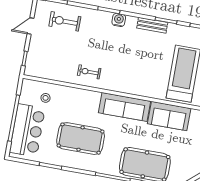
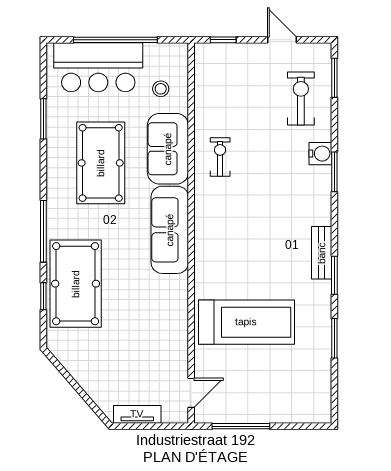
water cooler: (119, 20) -> (320, 154), moved
sofa: (169, 116) -> (168, 149), moved

